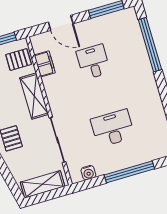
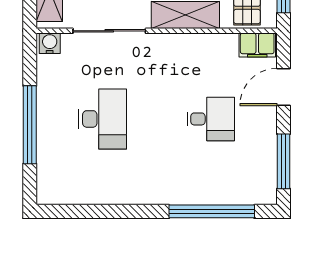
filing cabinet: (45, 64) -> (257, 45), moved
water cooler: (88, 173) -> (50, 43), moved, turned 90

